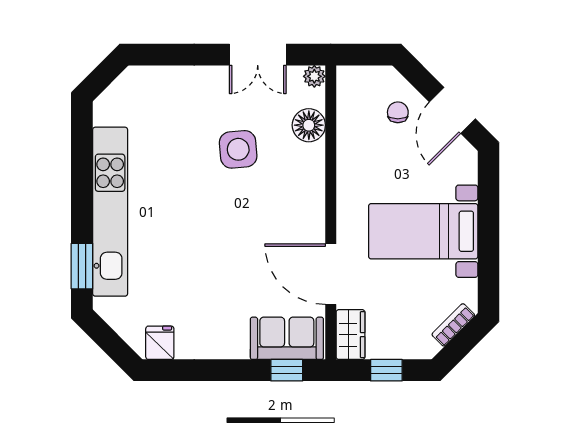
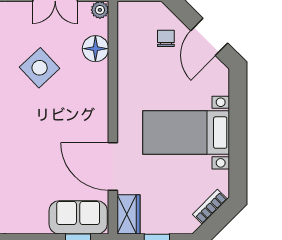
side table: (238, 149) -> (40, 68), turned -38

